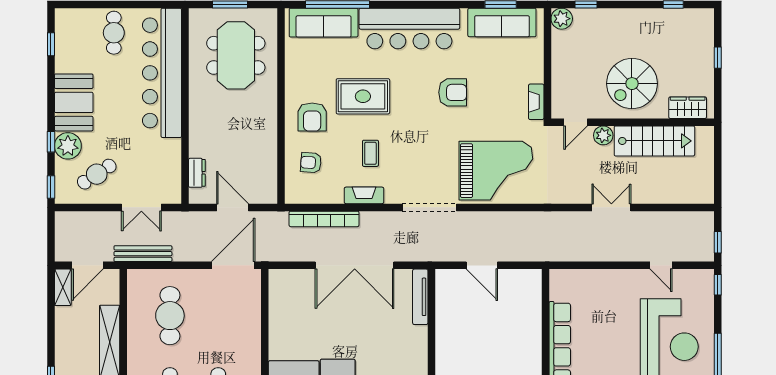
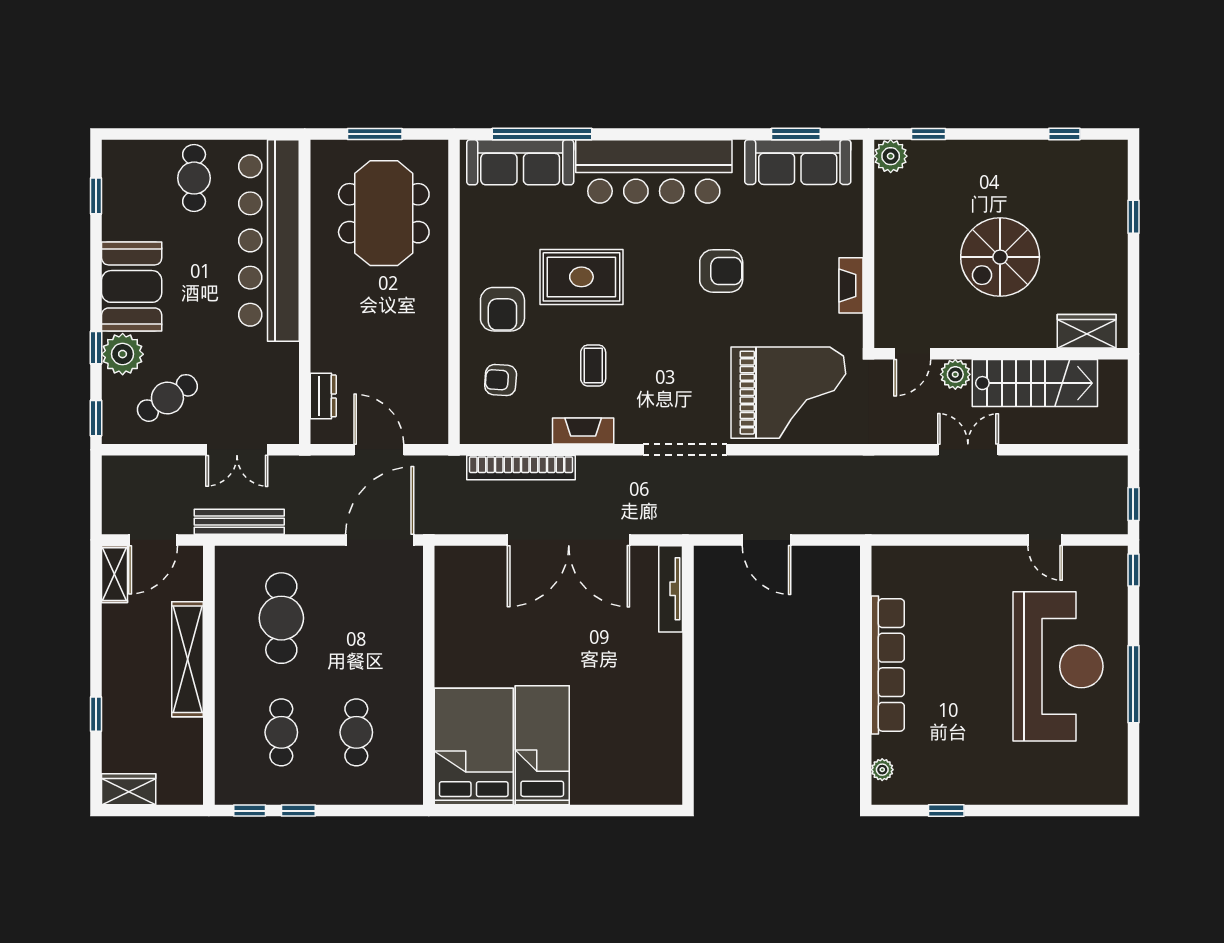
wardrobe: (688, 108) -> (1087, 331), moved
door: (576, 122) -> (912, 354), moved
wall: (633, 122) -> (1001, 354), moved
plant: (603, 135) -> (955, 374), moved
stairs: (654, 141) -> (1035, 383), moved

